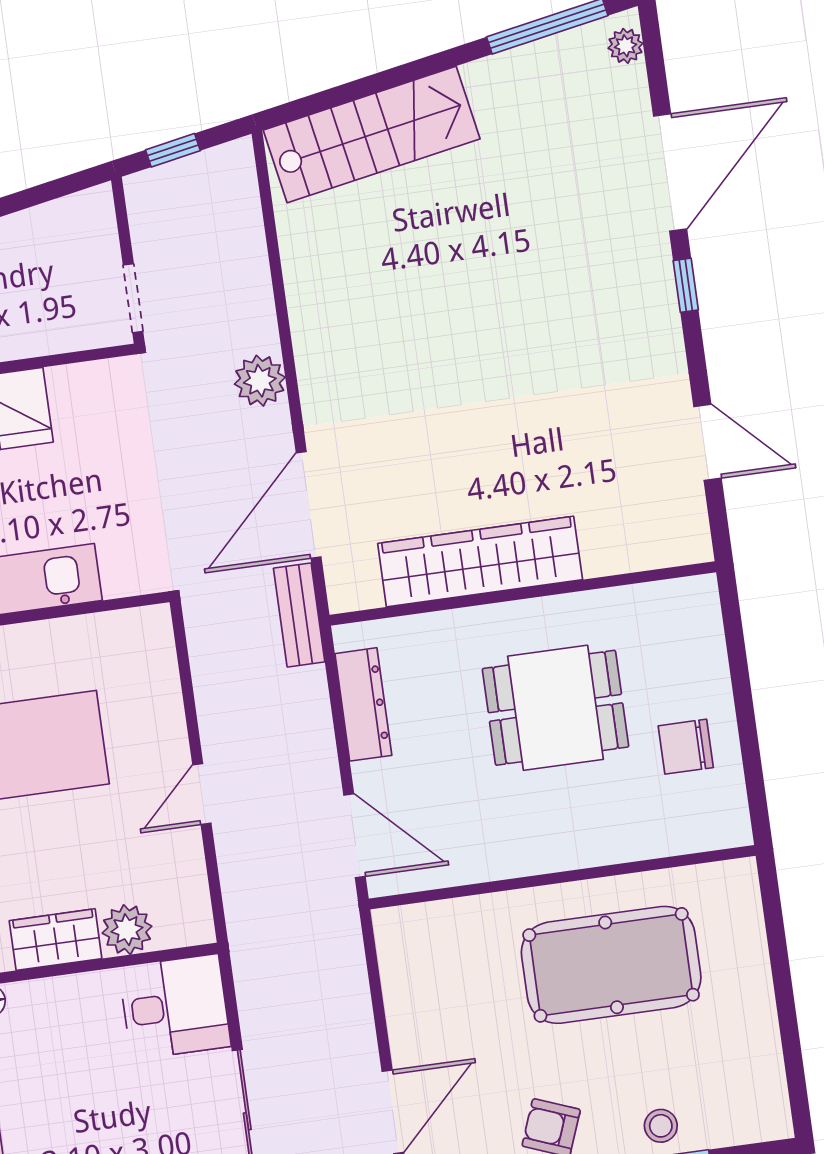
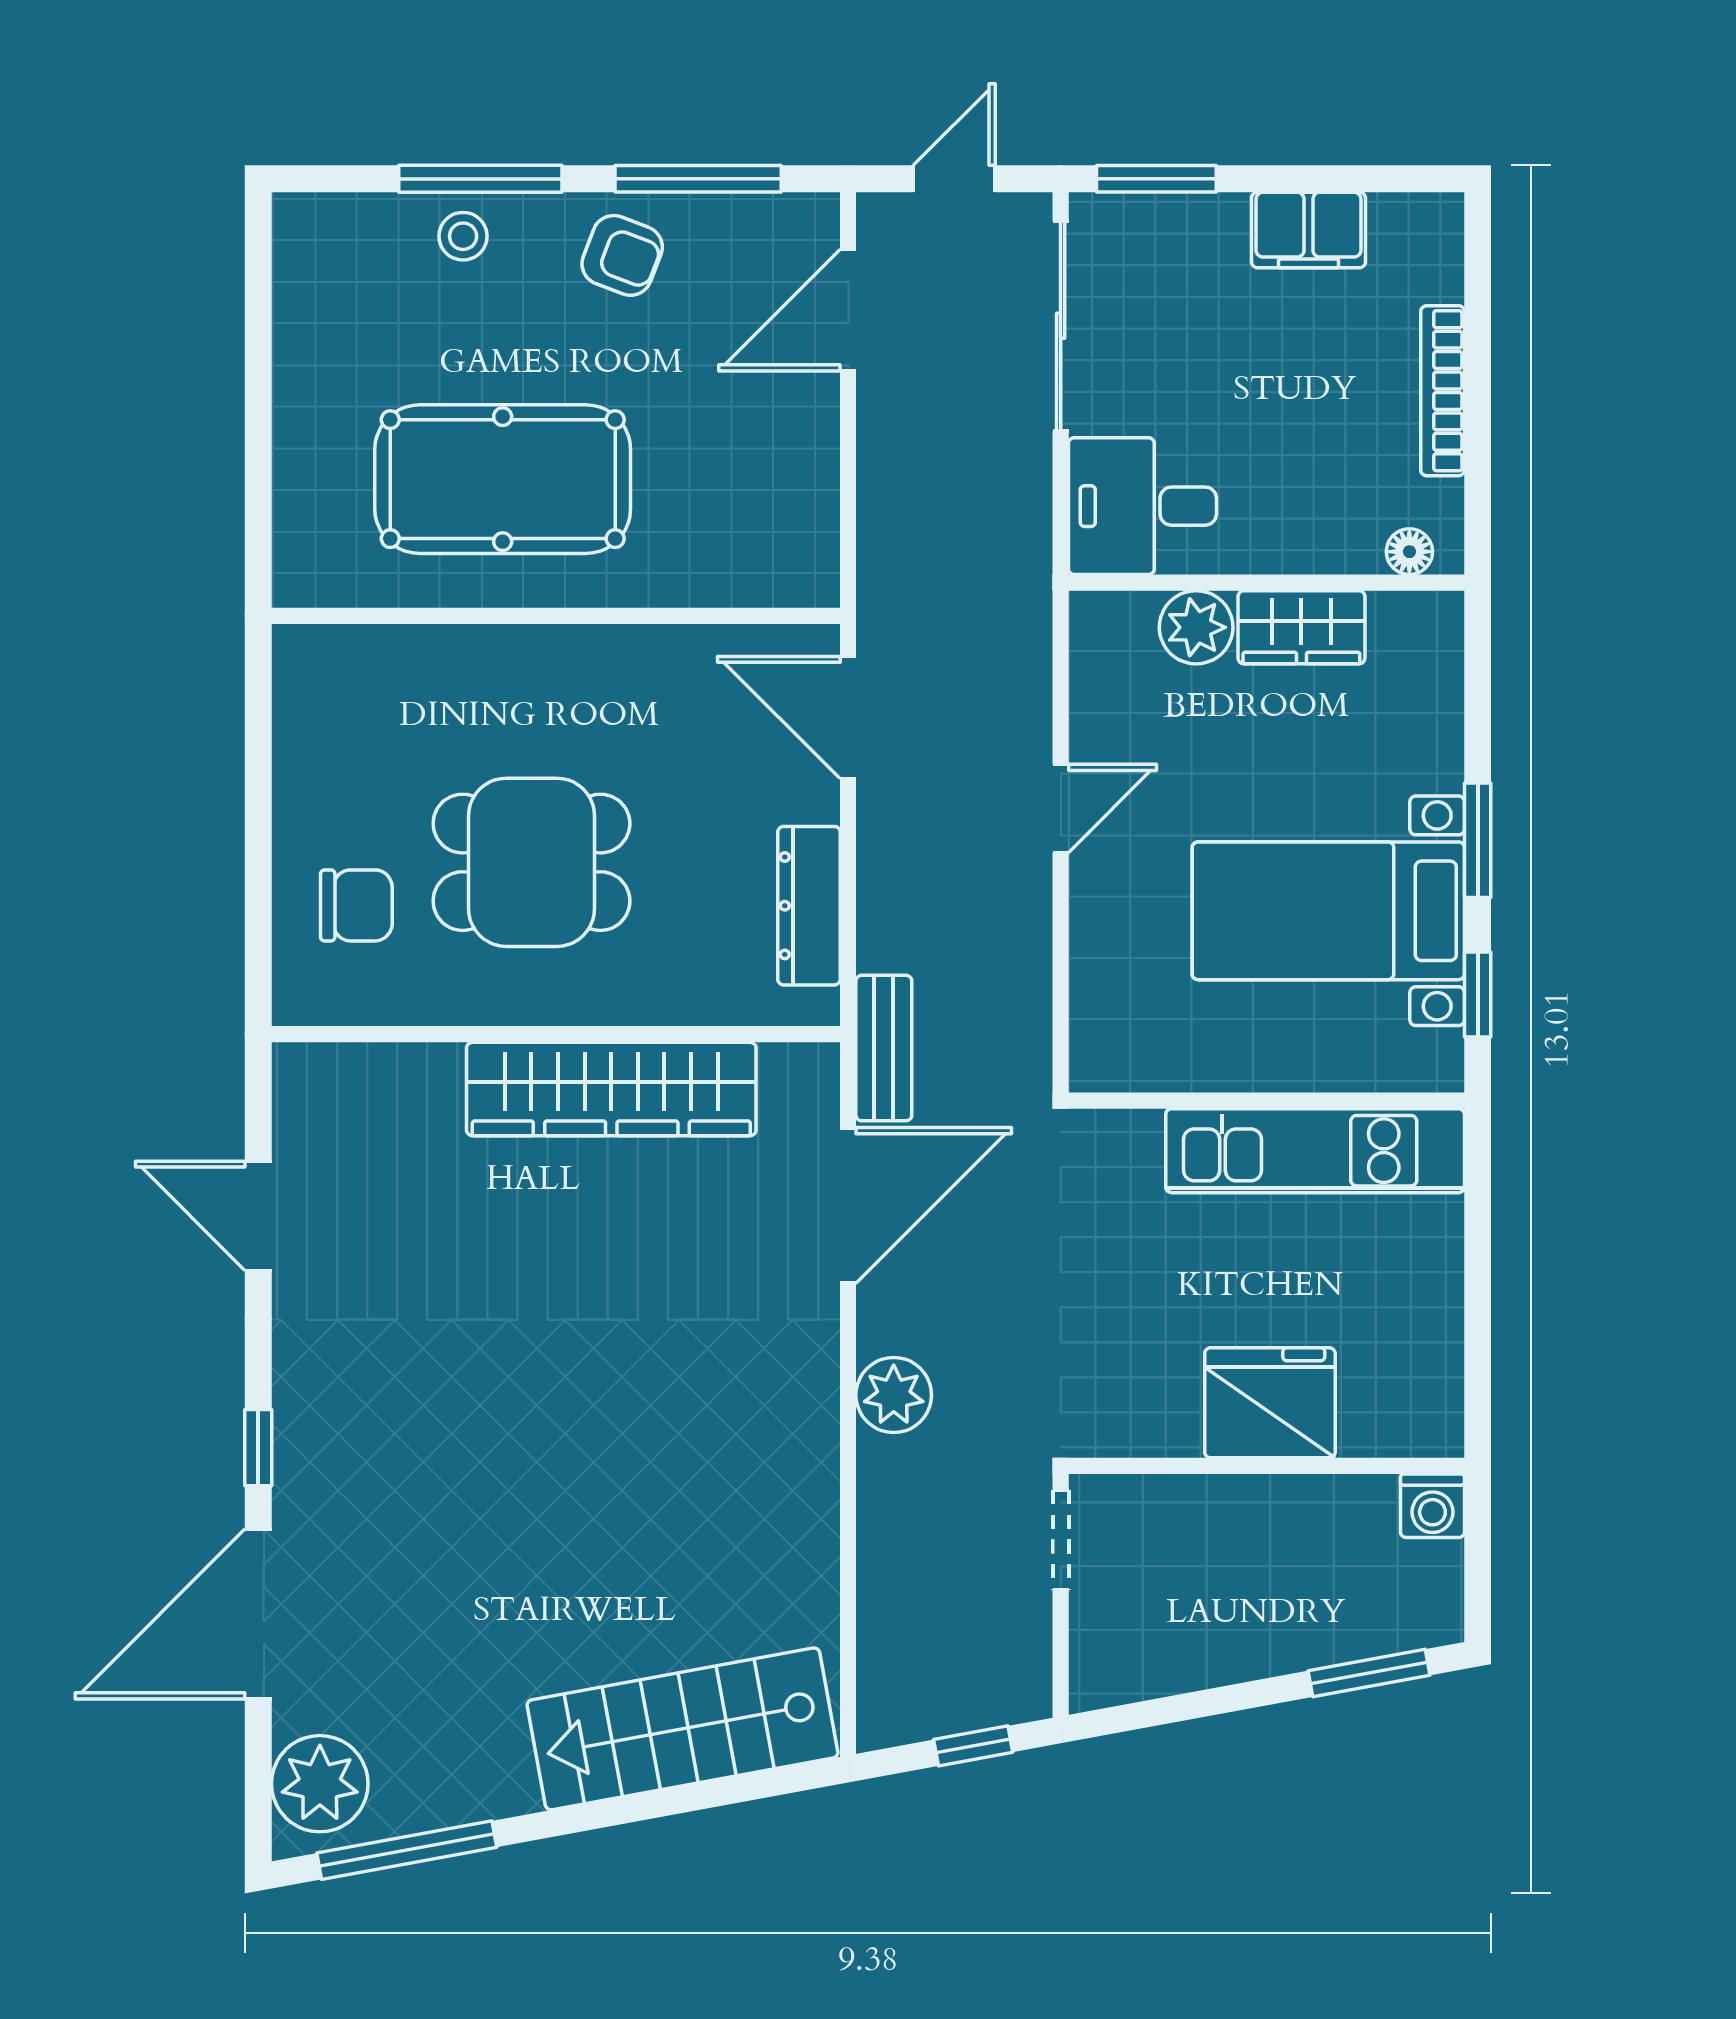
plant: (626, 46) -> (320, 1784), width x1.88, depth x1.88
chair: (686, 747) -> (356, 905), moved

